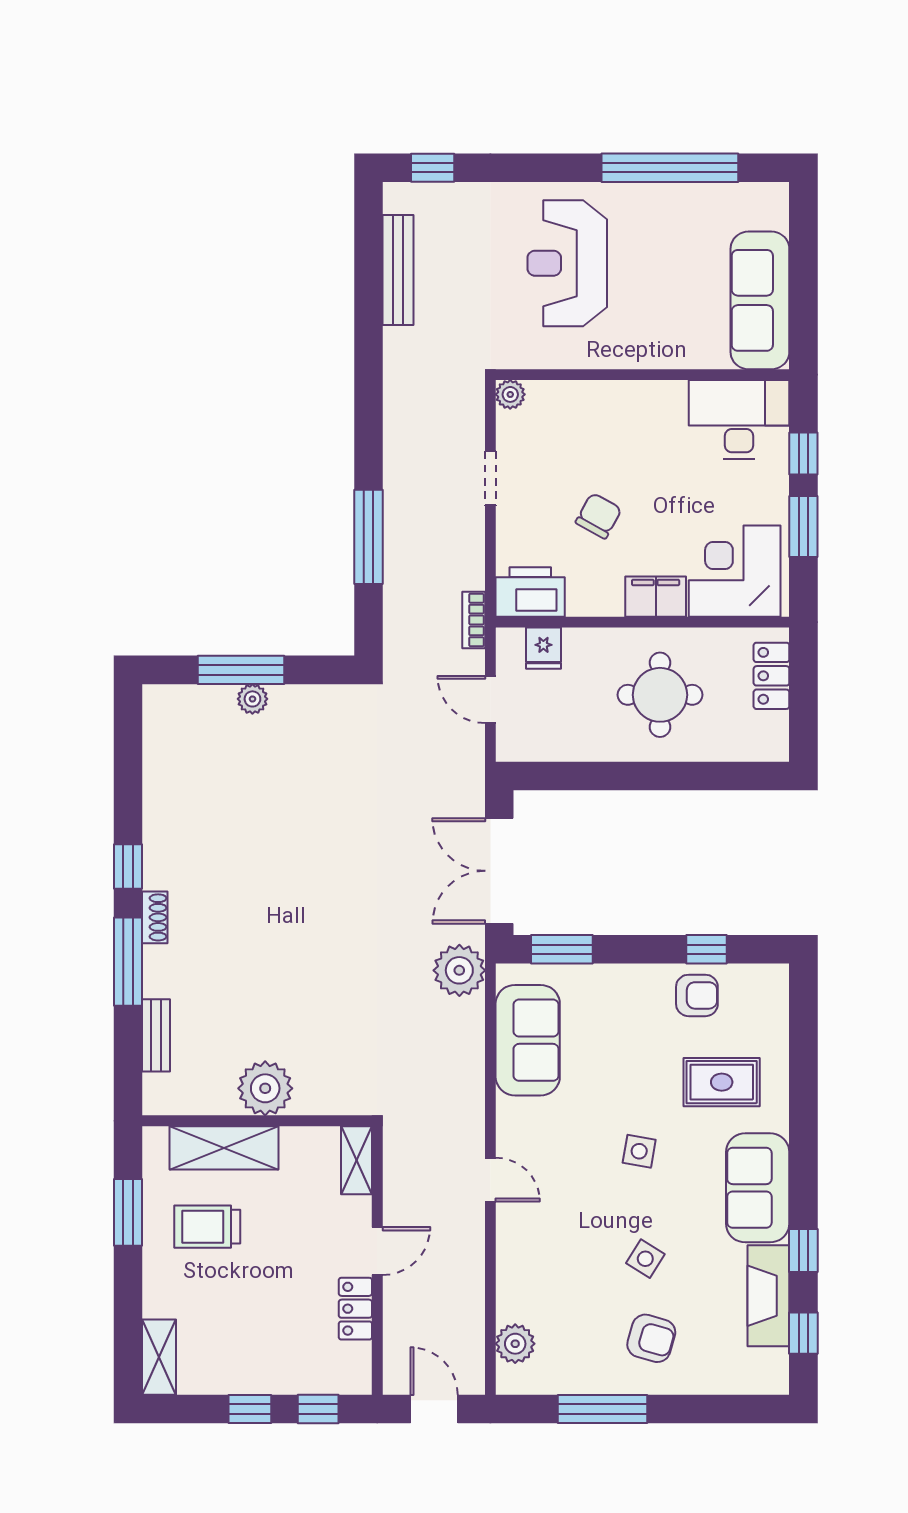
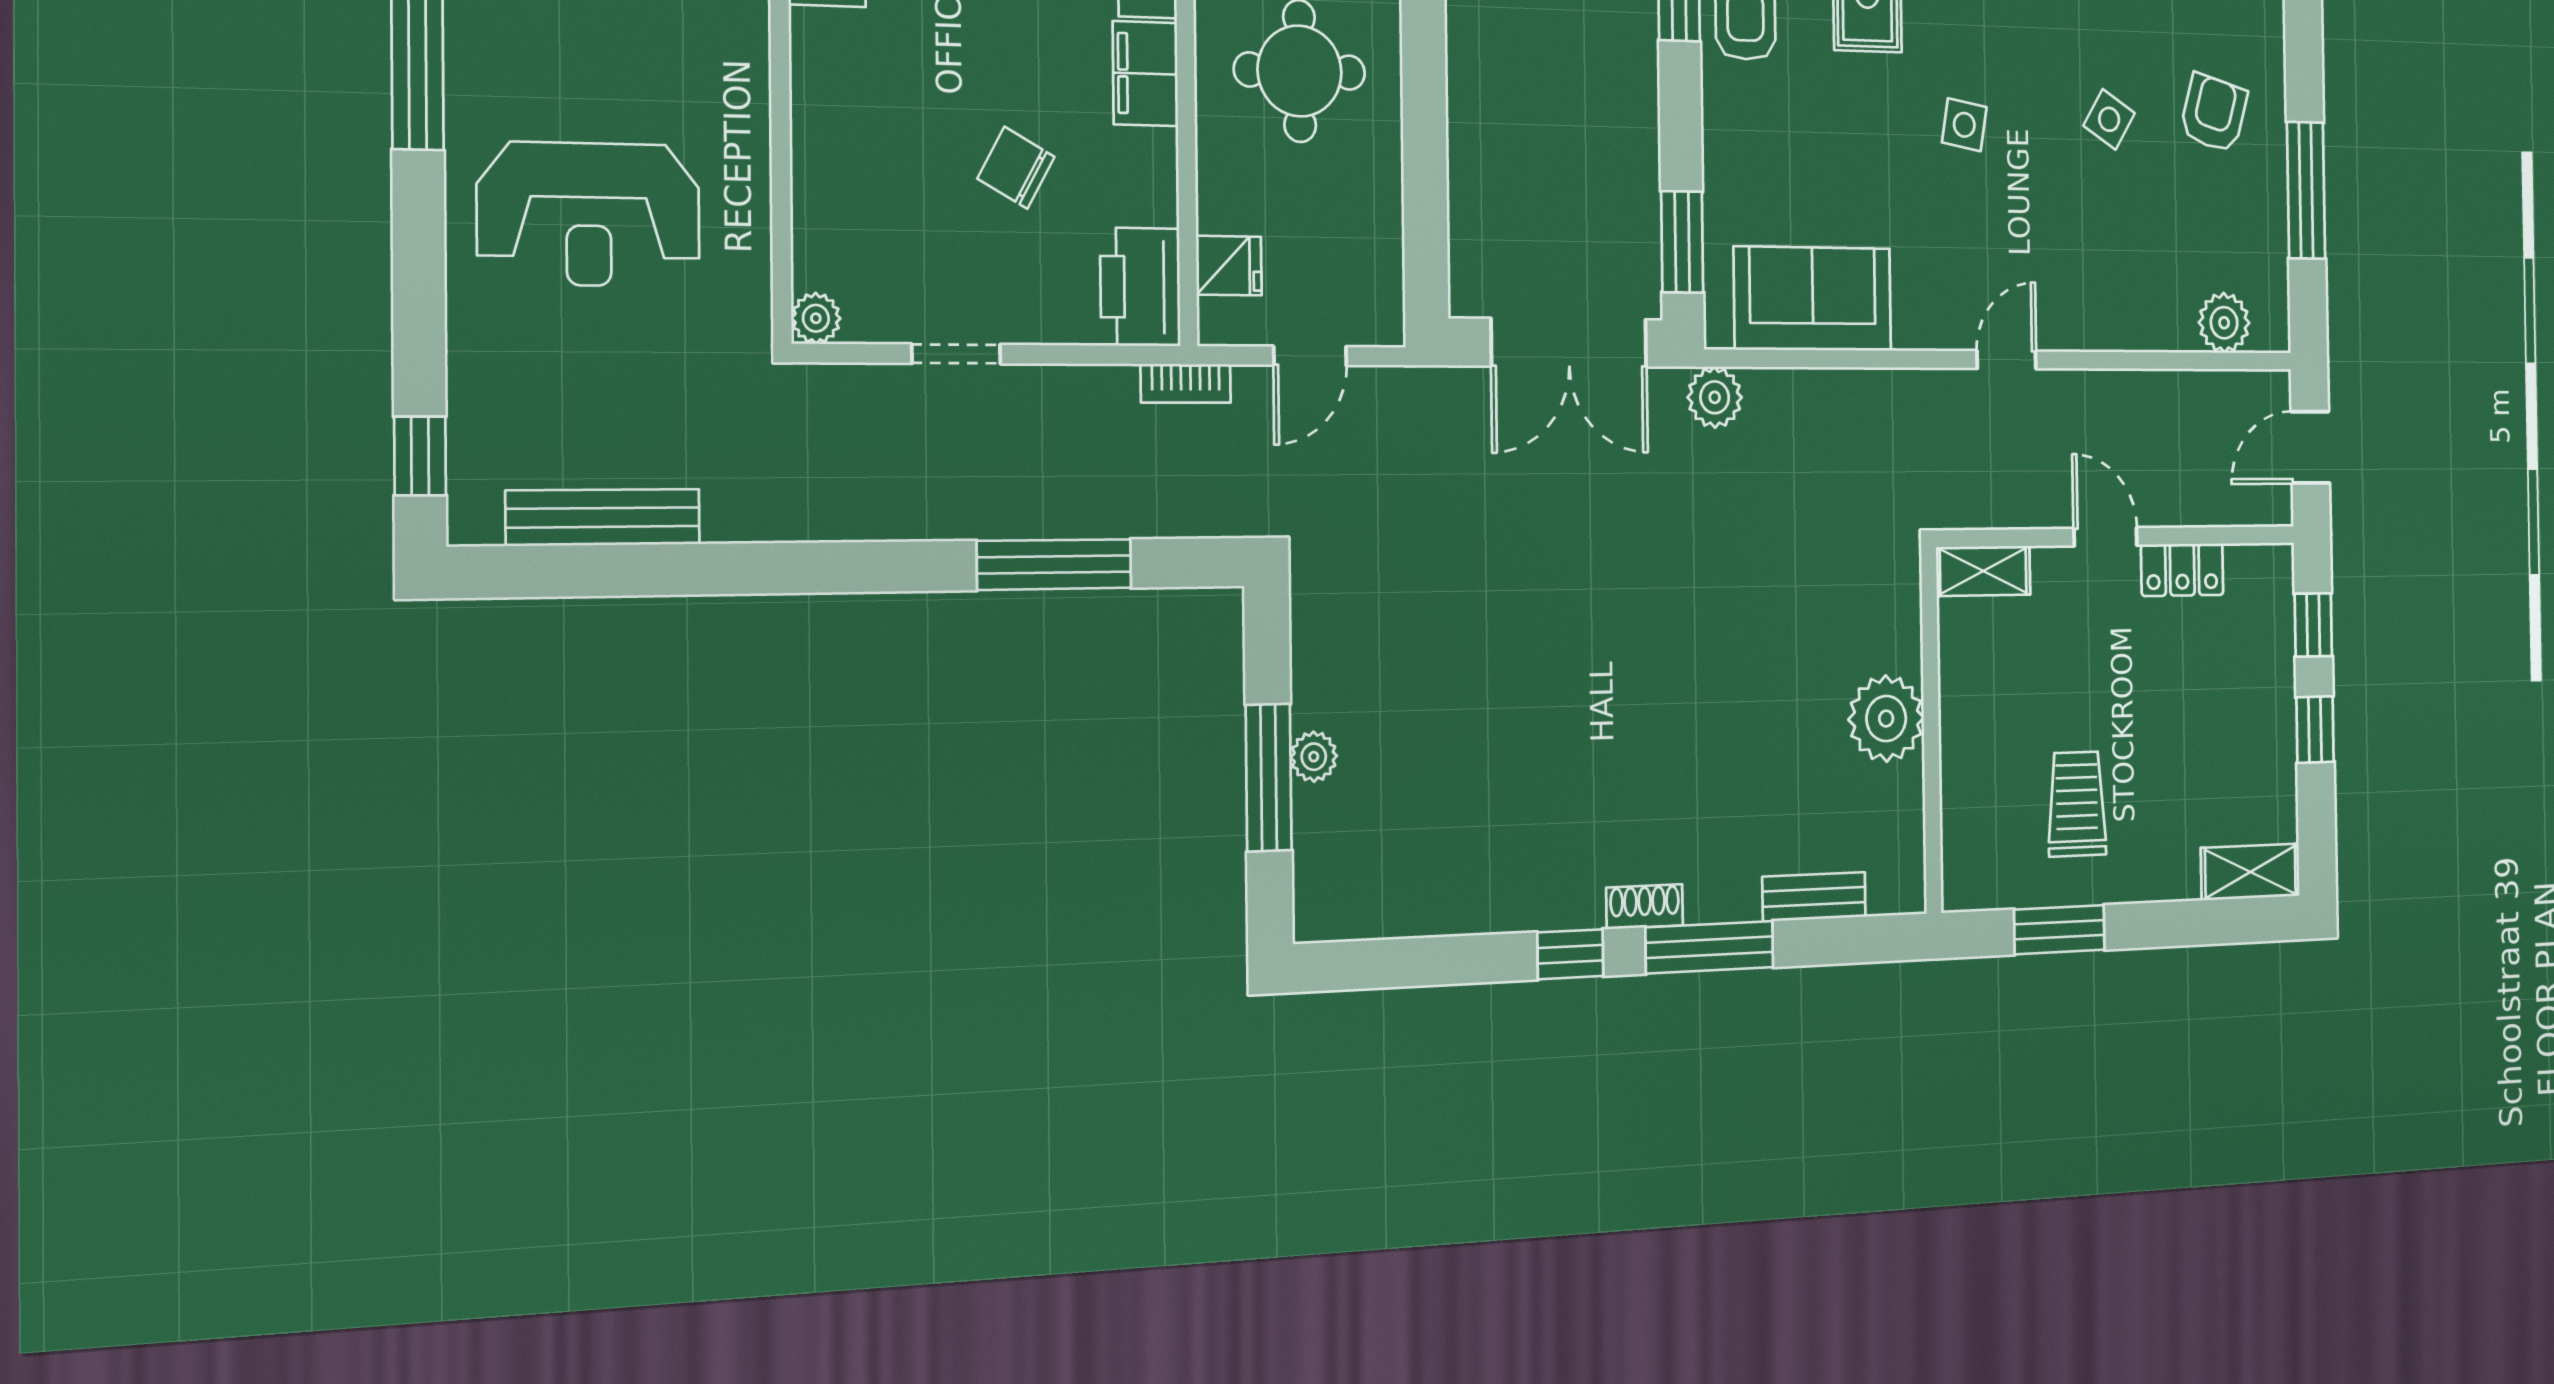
plant: (459, 970) -> (1715, 397), width x0.73, depth x0.73
shelving: (224, 1148) -> (1969, 781), removed
trolley: (207, 1227) -> (2077, 804), turned 180

